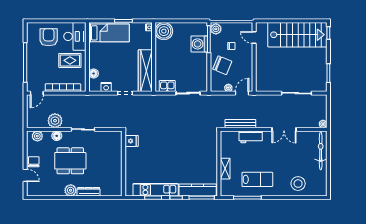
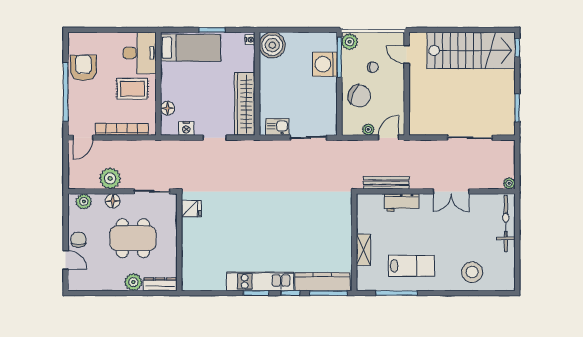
armchair: (49, 37) -> (83, 68), moved
fridge: (132, 141) -> (191, 209), moved
wall: (123, 164) -> (179, 242), moved

